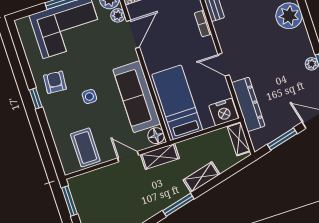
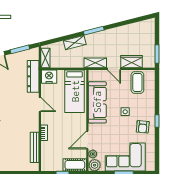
floor lamp: (156, 136) -> (94, 76), removed
wardrobe: (105, 177) -> (132, 62), added

